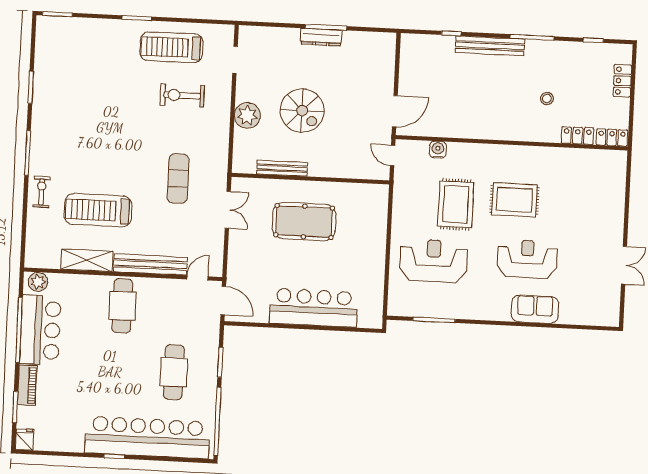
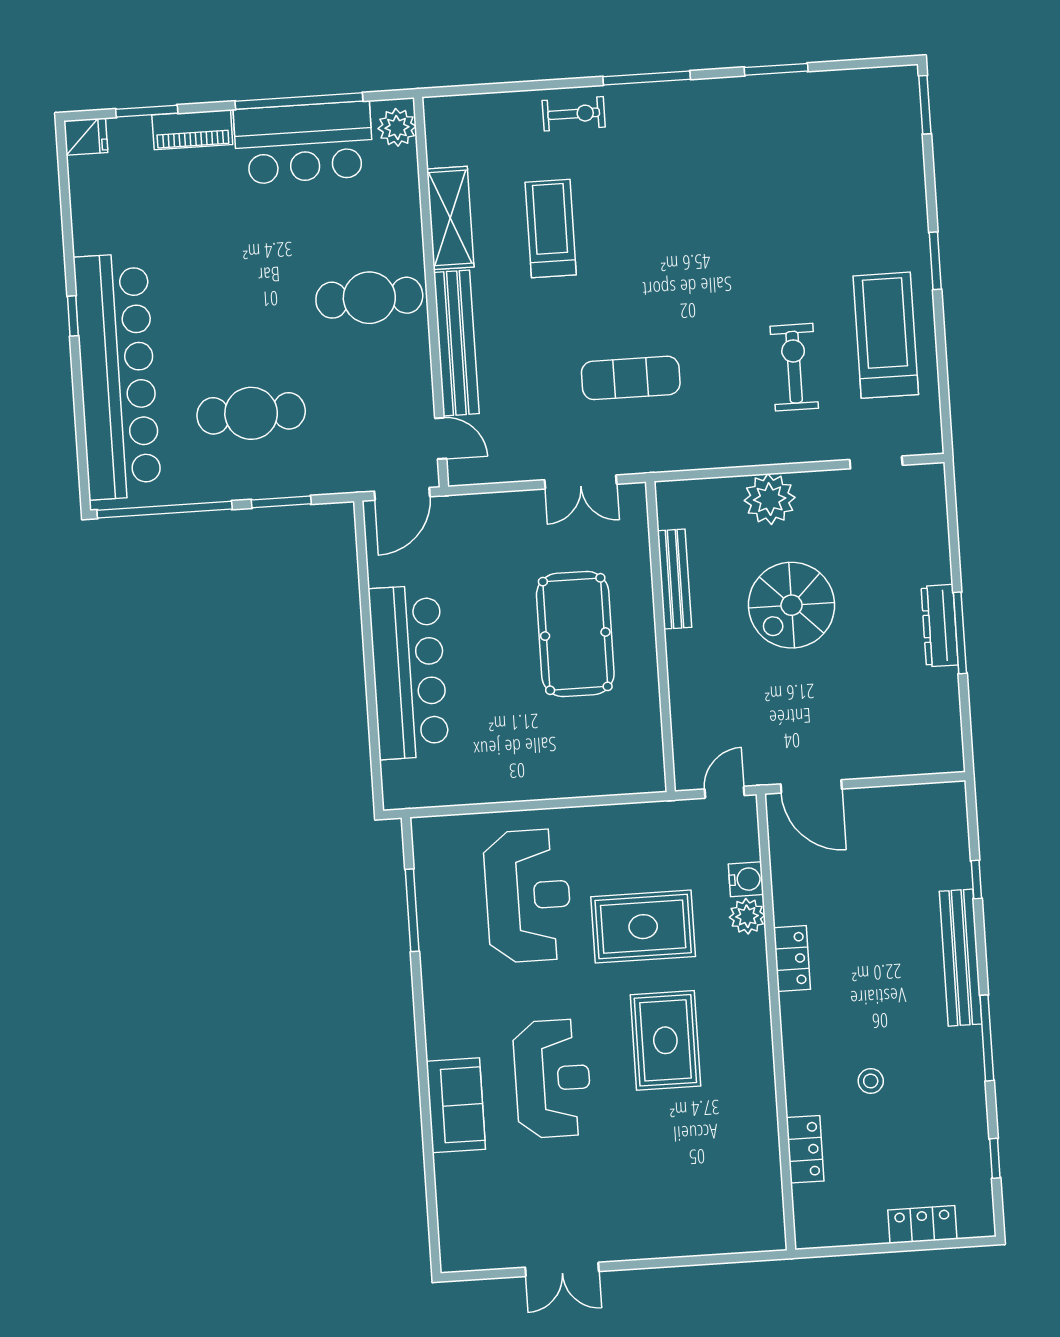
locker: (612, 137) -> (792, 959), moved
plant: (457, 151) -> (747, 916), added
treadmill: (98, 210) -> (551, 228), width x0.73, depth x0.73

